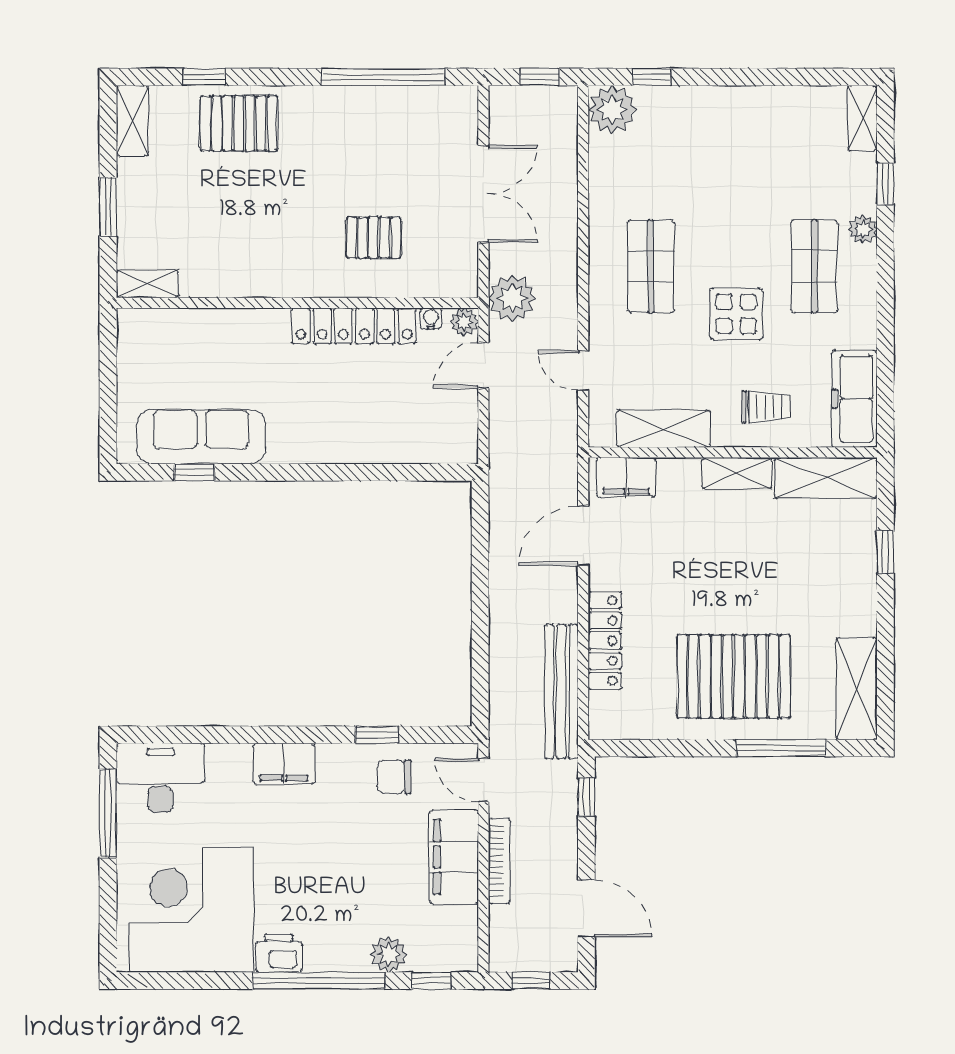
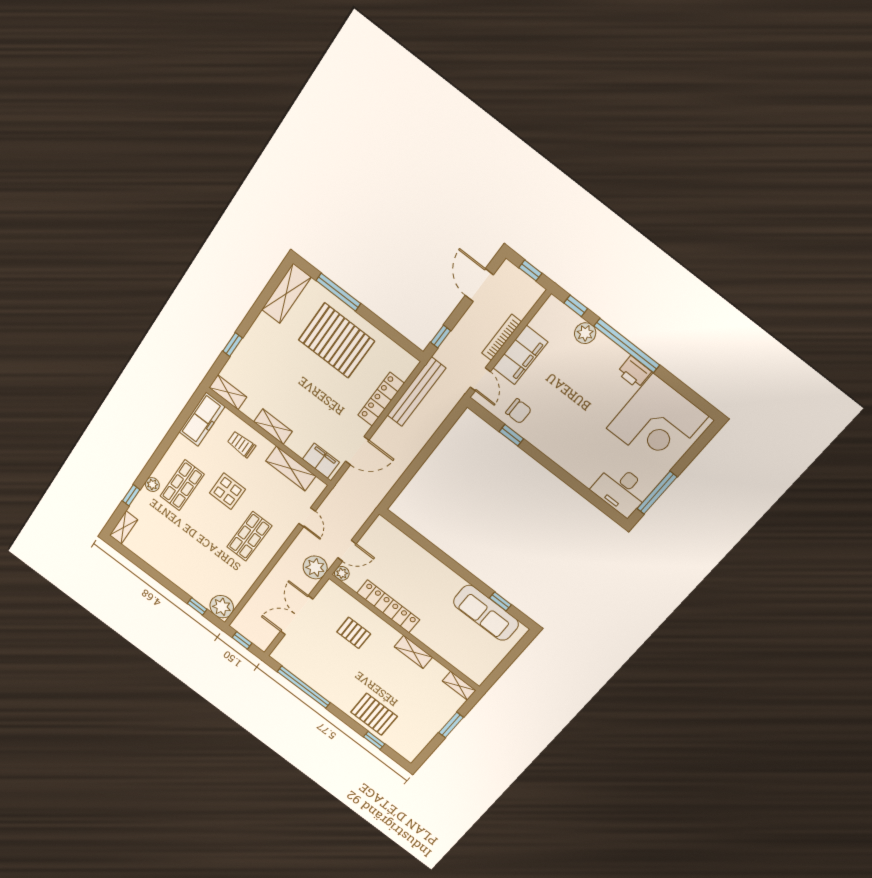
shelving: (132, 121) -> (413, 652), moved, turned 90
water cooler: (431, 319) -> (354, 585), removed
shelving: (826, 478) -> (228, 392), width x0.67, depth x0.75
filing cabinet: (284, 764) -> (562, 454), removed

